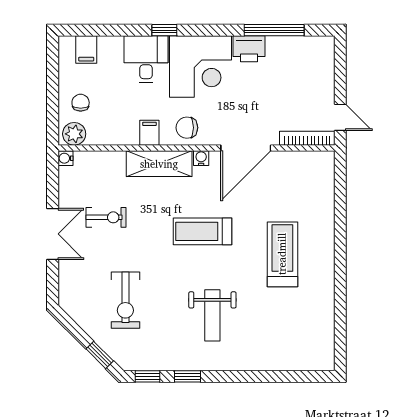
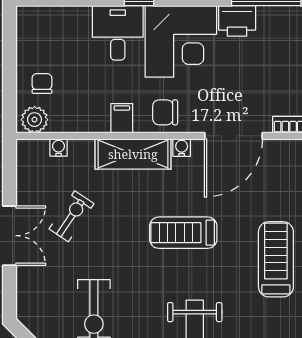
filing cabinet: (86, 49) -> (48, 22), removed
water cooler: (65, 158) -> (59, 148), moved, turned 90
exercise bike: (106, 217) -> (71, 216), turned -56

